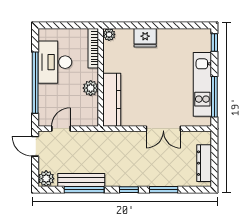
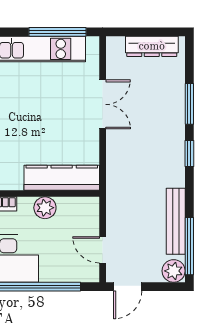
window: (84, 190) -> (189, 246), moved

